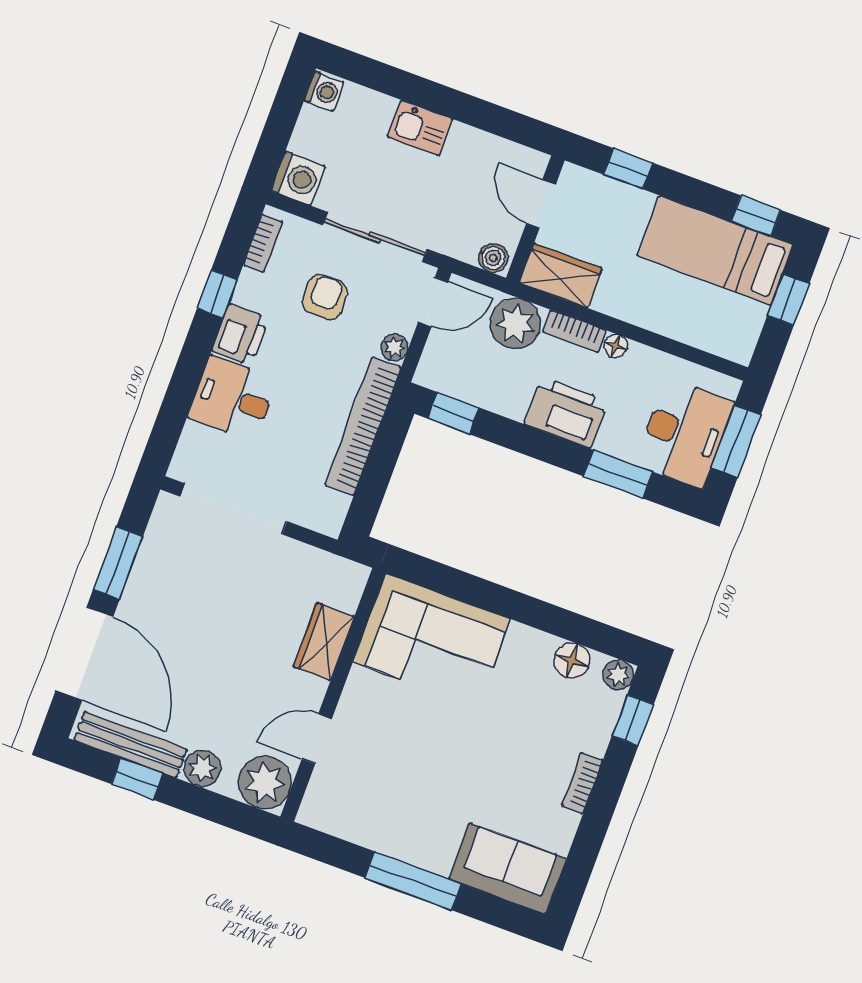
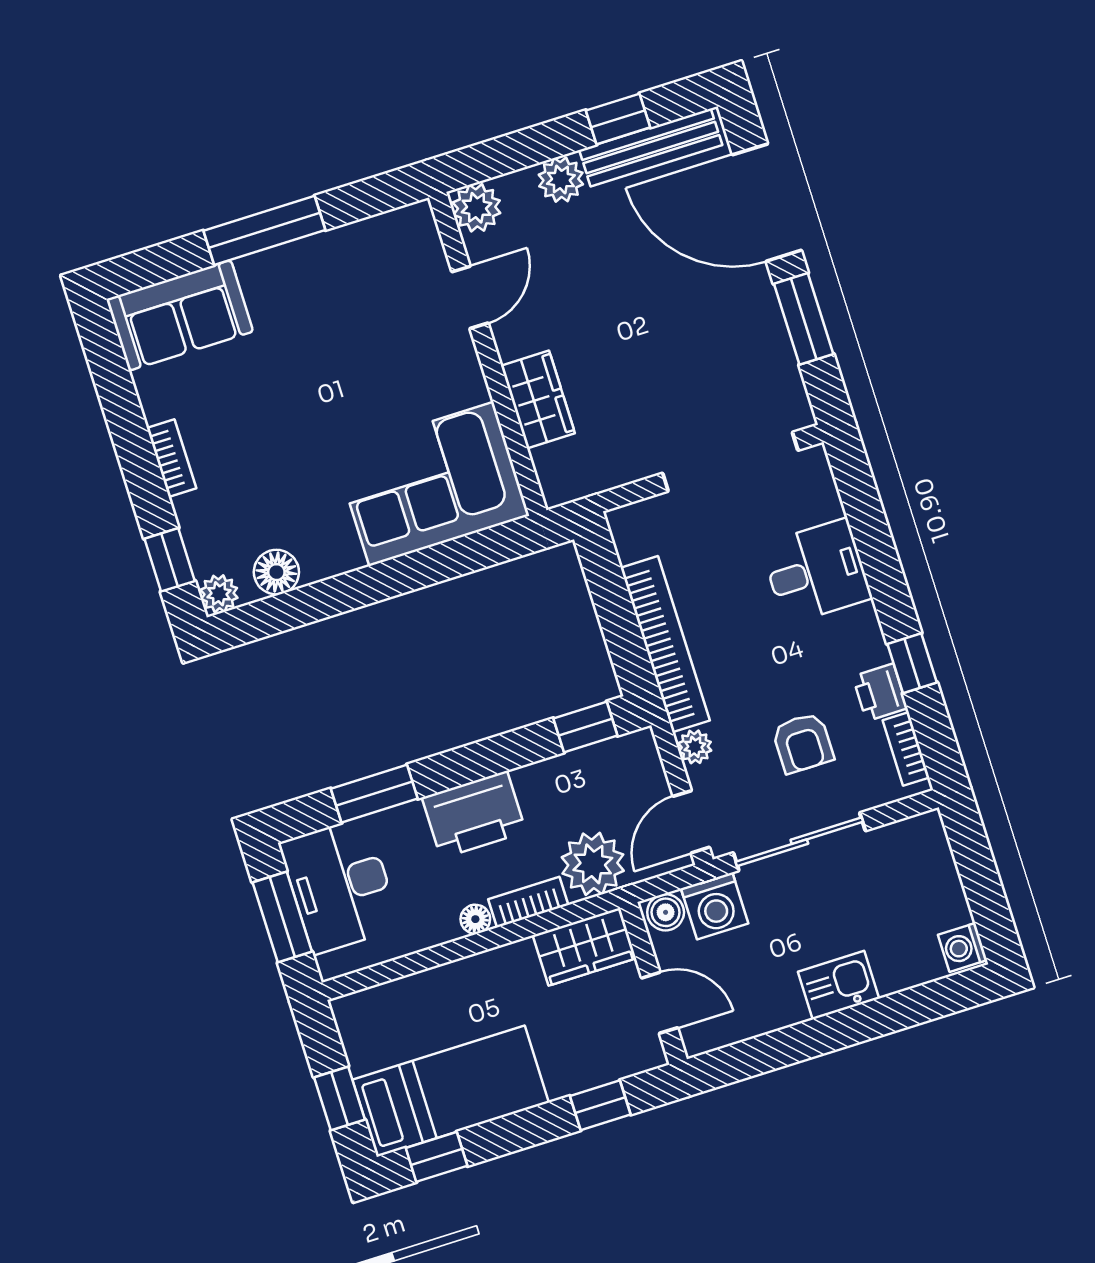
washing machine: (298, 178) -> (715, 906), moved, turned -90
printer: (240, 335) -> (880, 692), moved, width x0.73, depth x0.81
plant: (265, 783) -> (477, 208), width x0.73, depth x0.73

